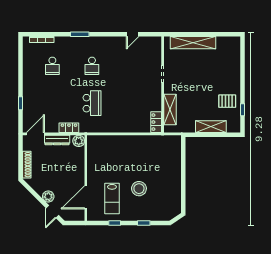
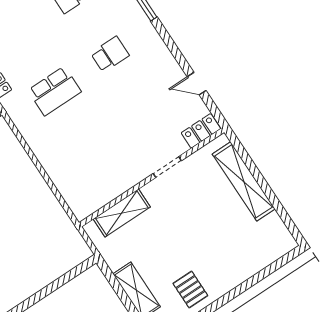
school desk: (92, 66) -> (110, 54), turned 180
locker: (156, 122) -> (201, 131), moved

